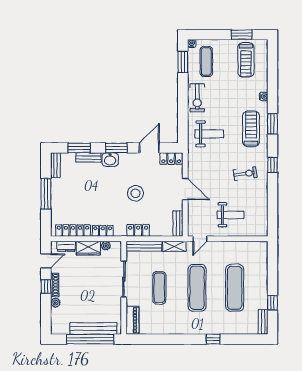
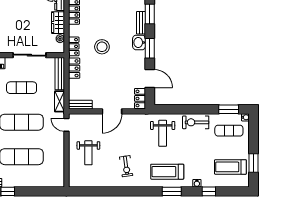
treadmill: (251, 129) -> (167, 172), turned 180
window: (273, 165) -> (209, 191), moved
stool: (135, 193) -> (102, 47), moved
locker: (103, 231) -> (74, 46), moved

